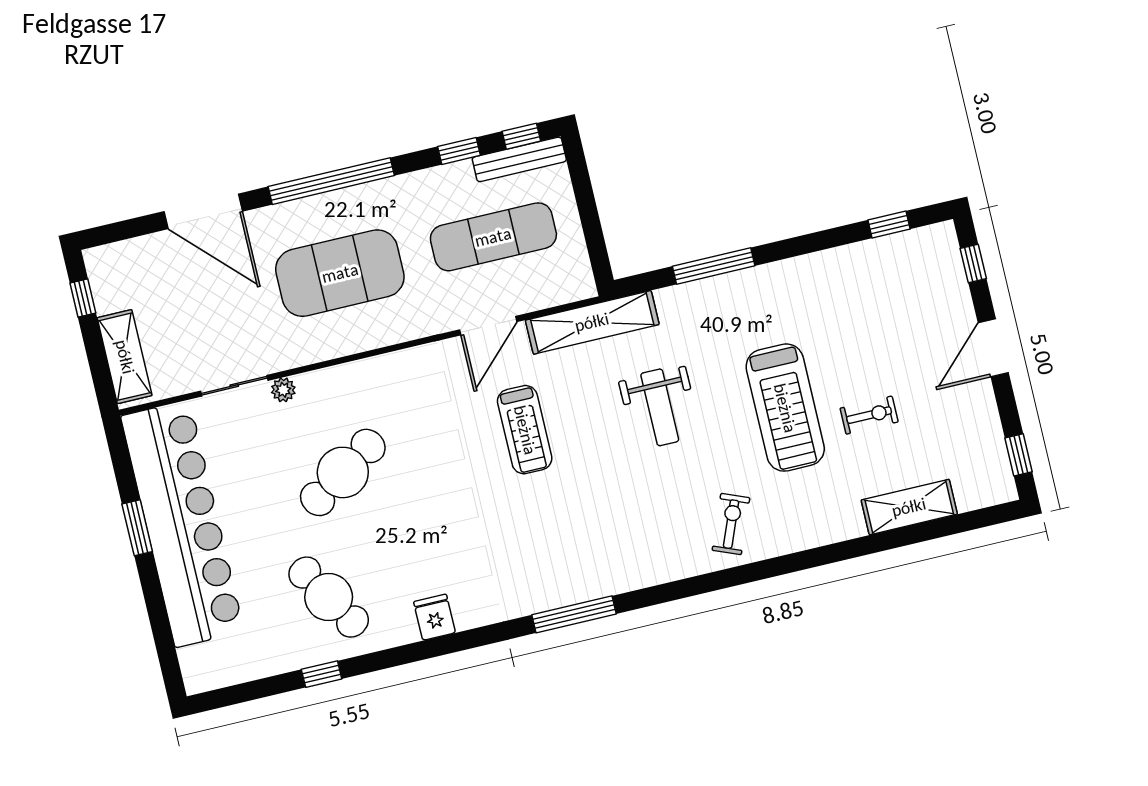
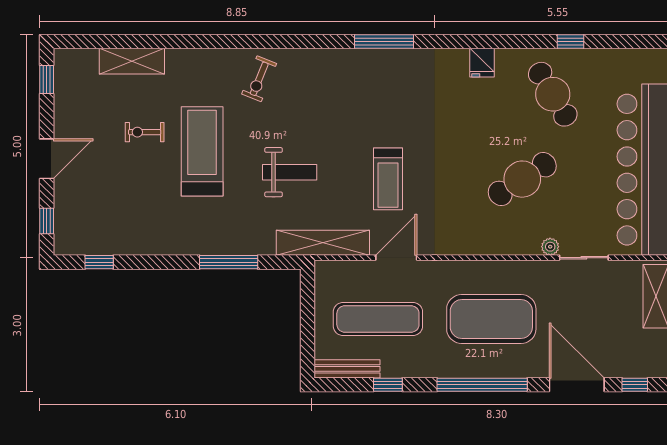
window: (521, 136) -> (635, 385), moved
weight bench: (660, 407) -> (290, 172), turned 90
treadmill: (525, 430) -> (388, 179), turned 180

